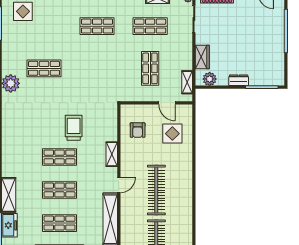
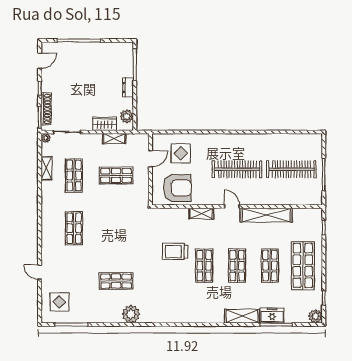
shop shelf: (44, 68) -> (116, 281), turned 90
shelving: (187, 82) -> (114, 139), moved
armchair: (138, 130) -> (177, 188), width x1.88, depth x1.88

